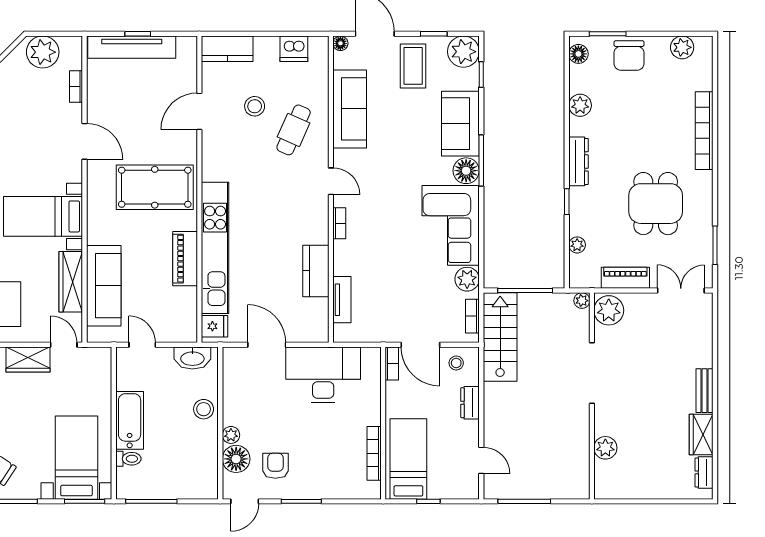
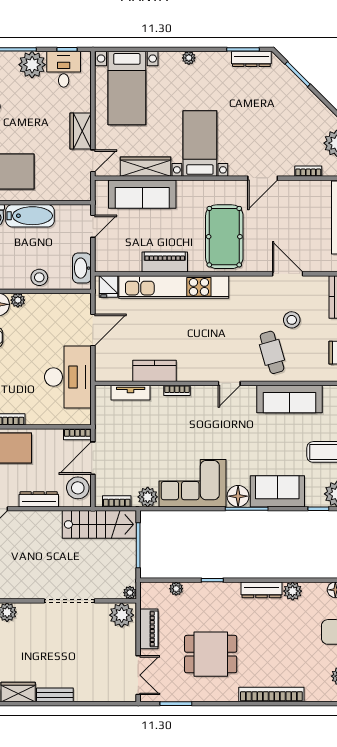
cafe table: (294, 130) -> (272, 352), turned 50
dresser: (578, 161) -> (261, 590), moved
bookcase: (339, 223) -> (177, 390), moved
stool: (456, 363) -> (78, 488), width x1.89, depth x1.89
dresser: (470, 403) -> (39, 499), width x1.44

